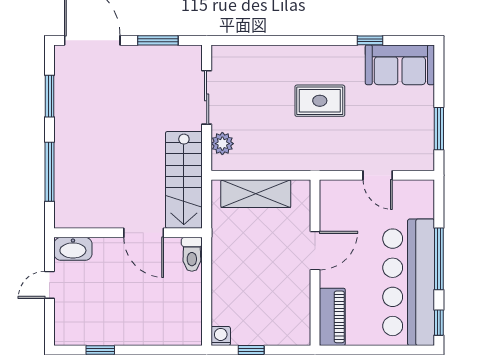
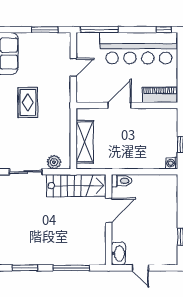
door: (315, 251) -> (119, 105), hinge flipped
window: (439, 259) -> (99, 30), moved

